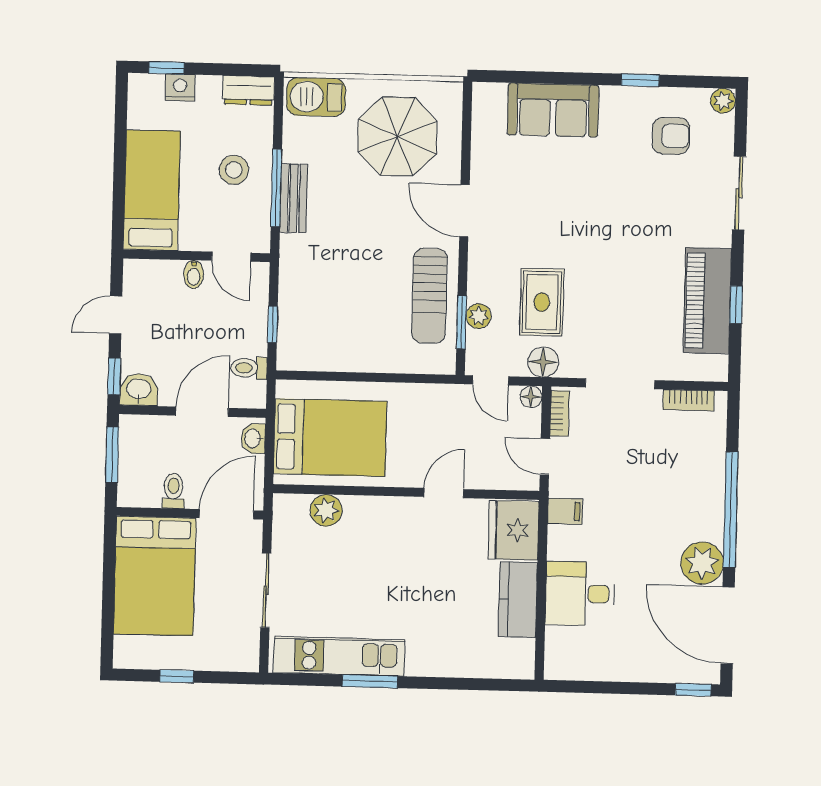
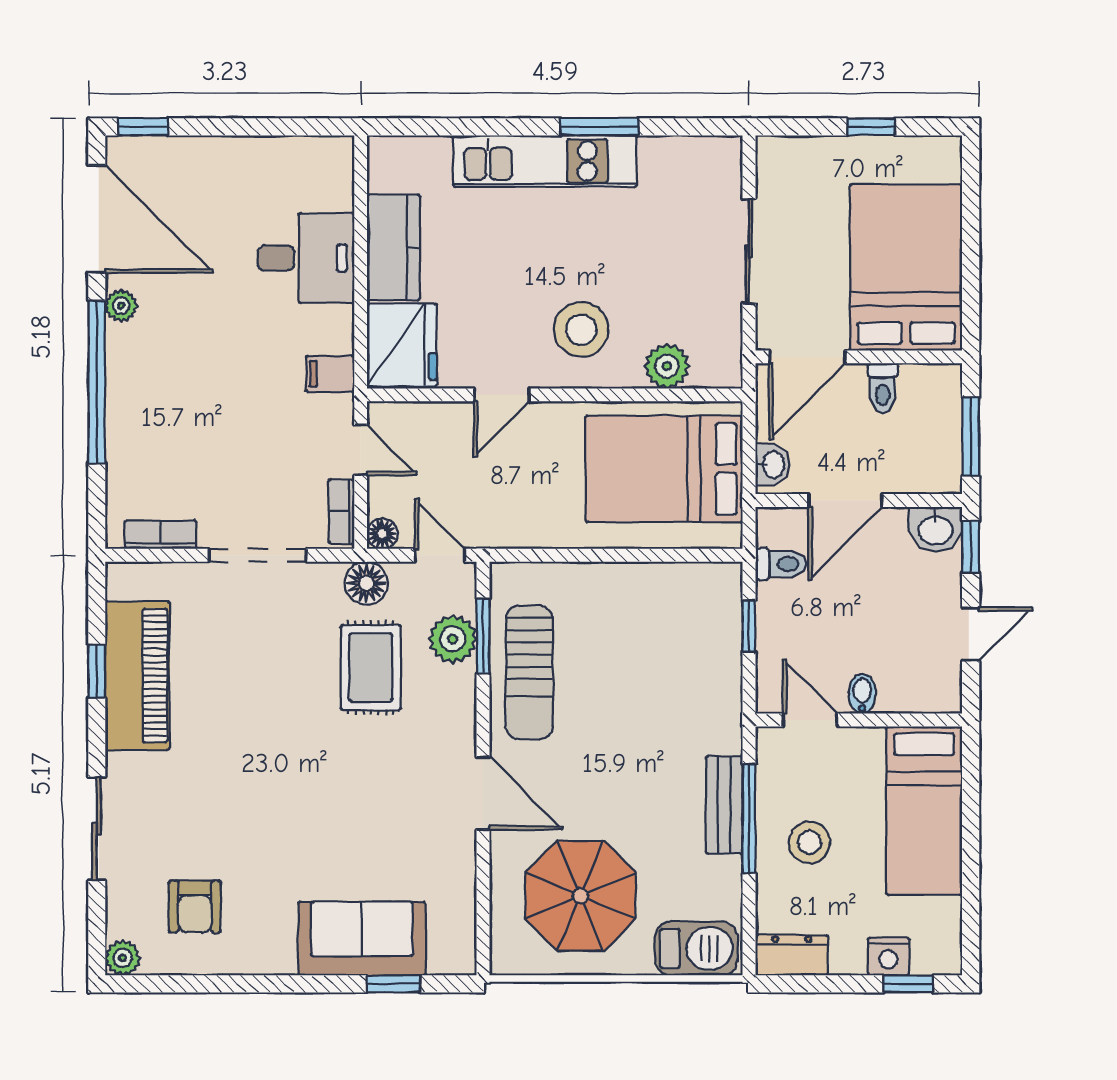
window: (640, 80) -> (393, 984), moved
armchair: (671, 136) -> (195, 907), turned -90
sun lounger: (429, 296) -> (529, 672), turned 180
plant: (479, 316) -> (453, 639), width x1.38, depth x1.38
stool: (386, 538) -> (581, 330), added
plant: (702, 563) -> (121, 306), width x0.53, depth x0.53
kitchen unit: (339, 656) -> (545, 161), moved

